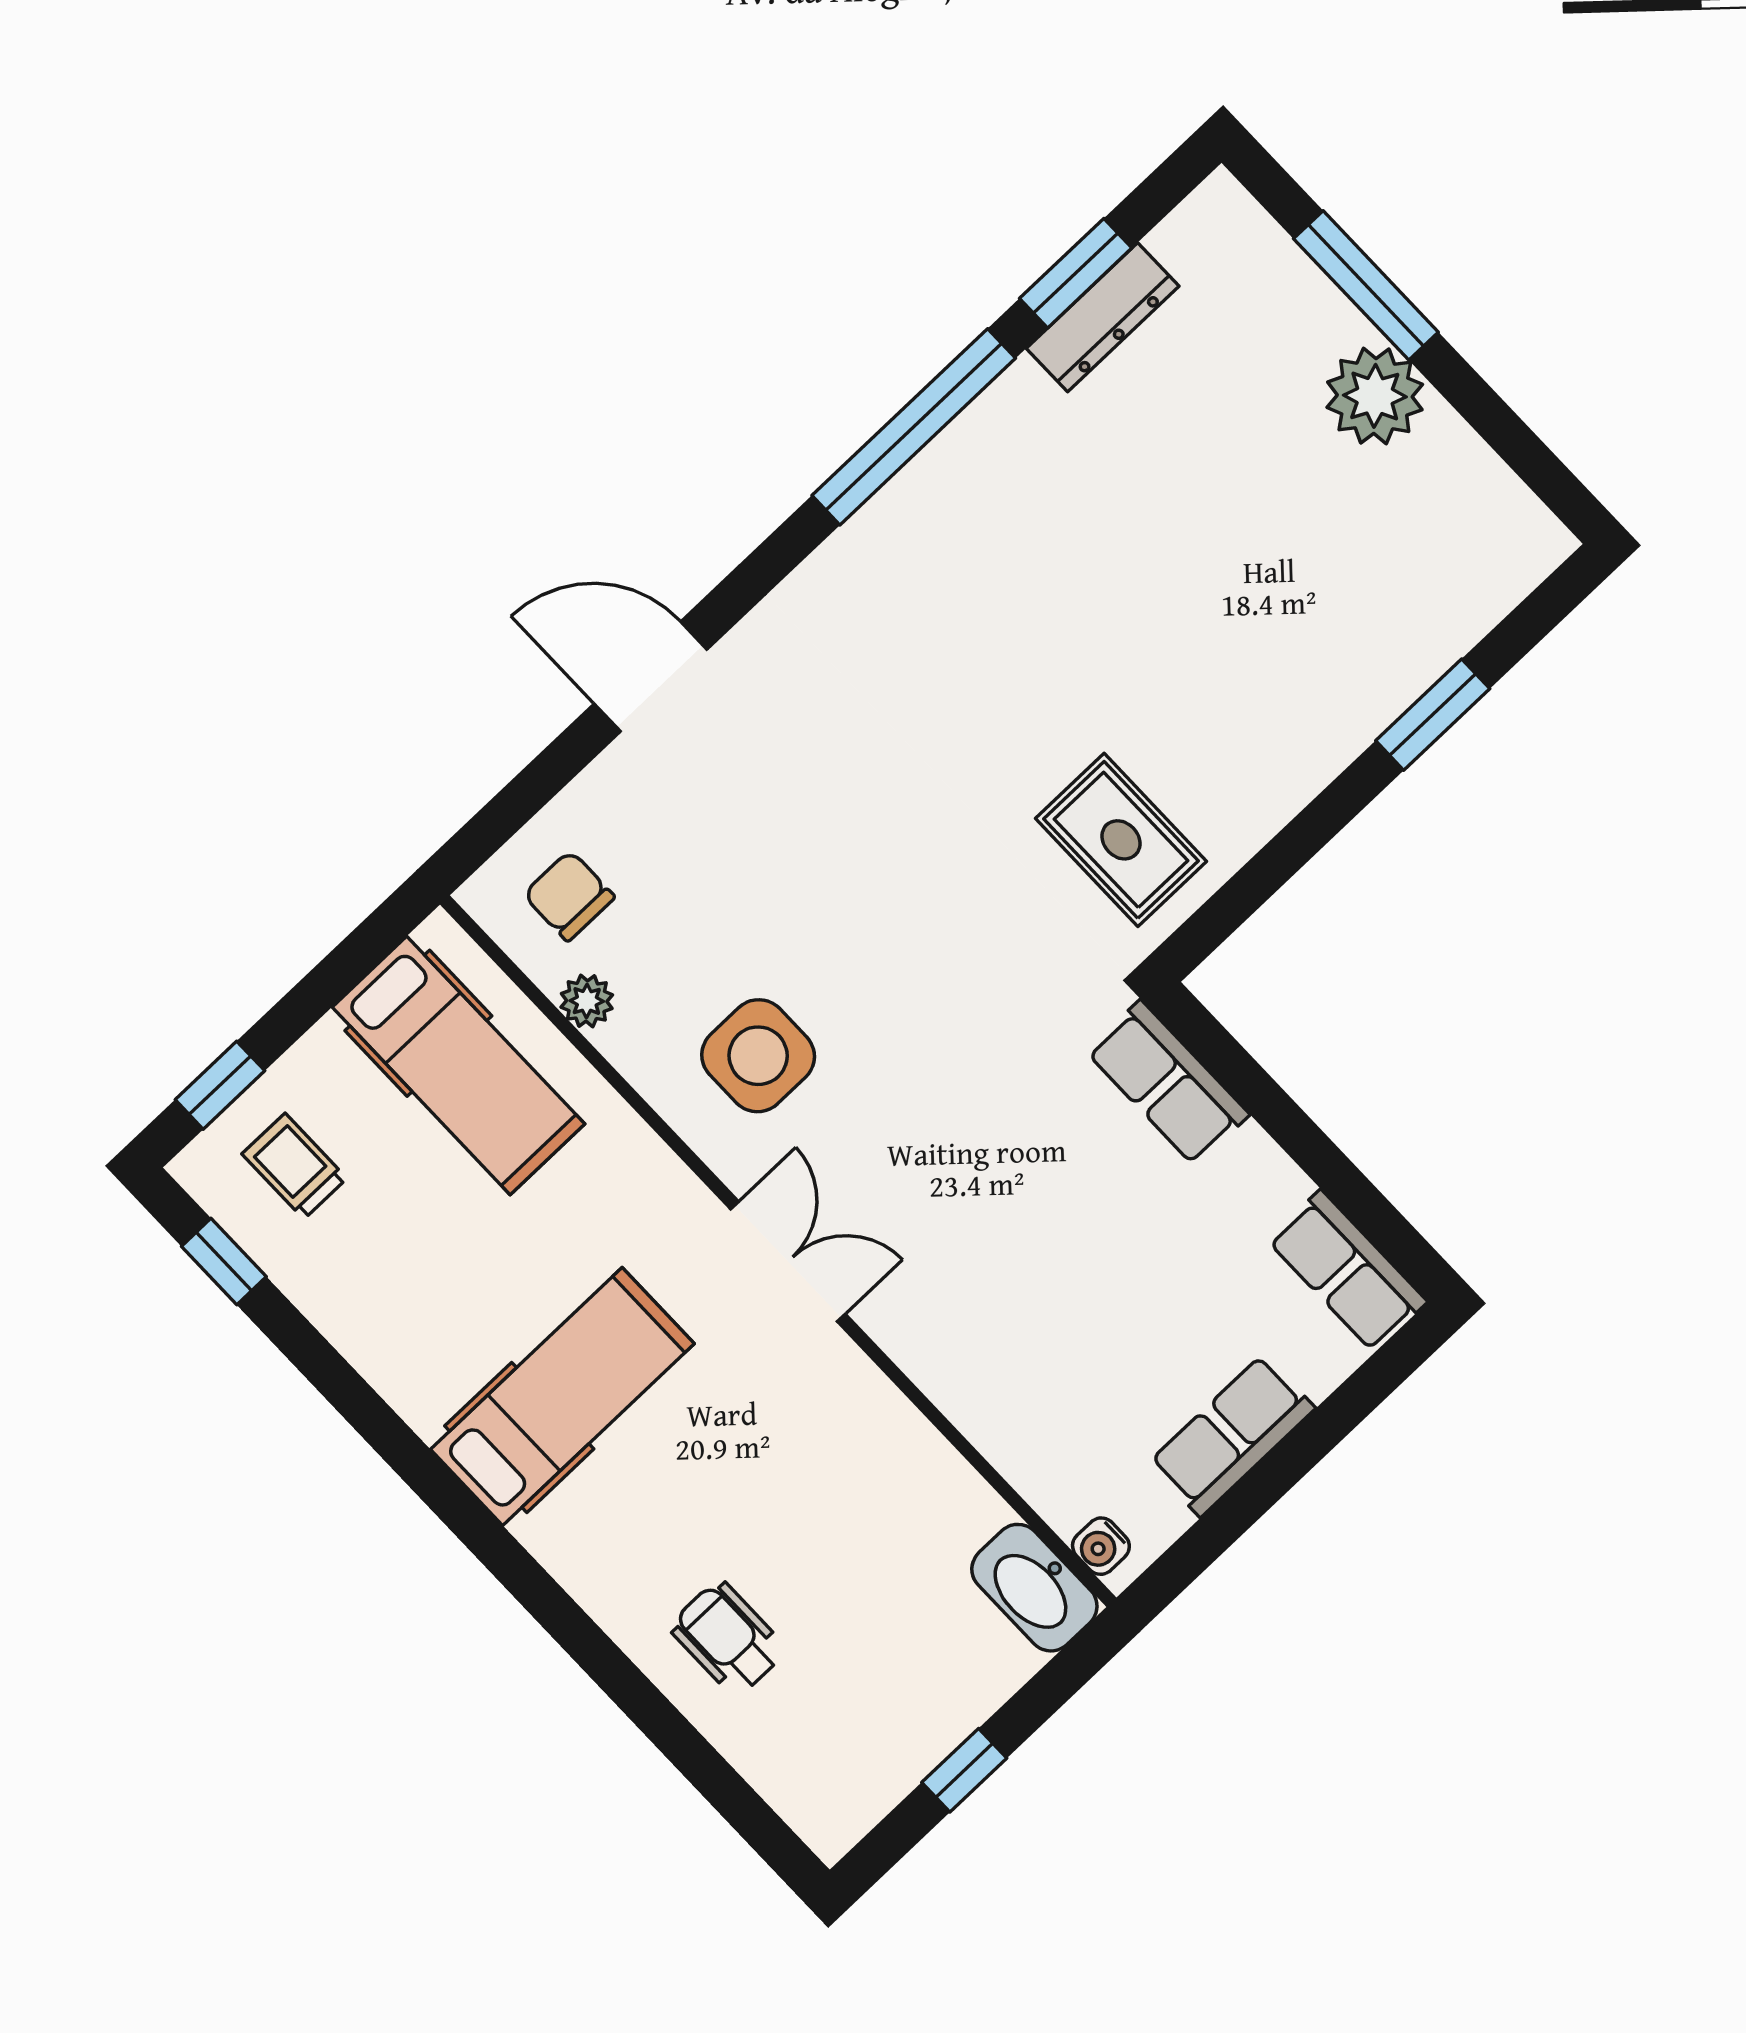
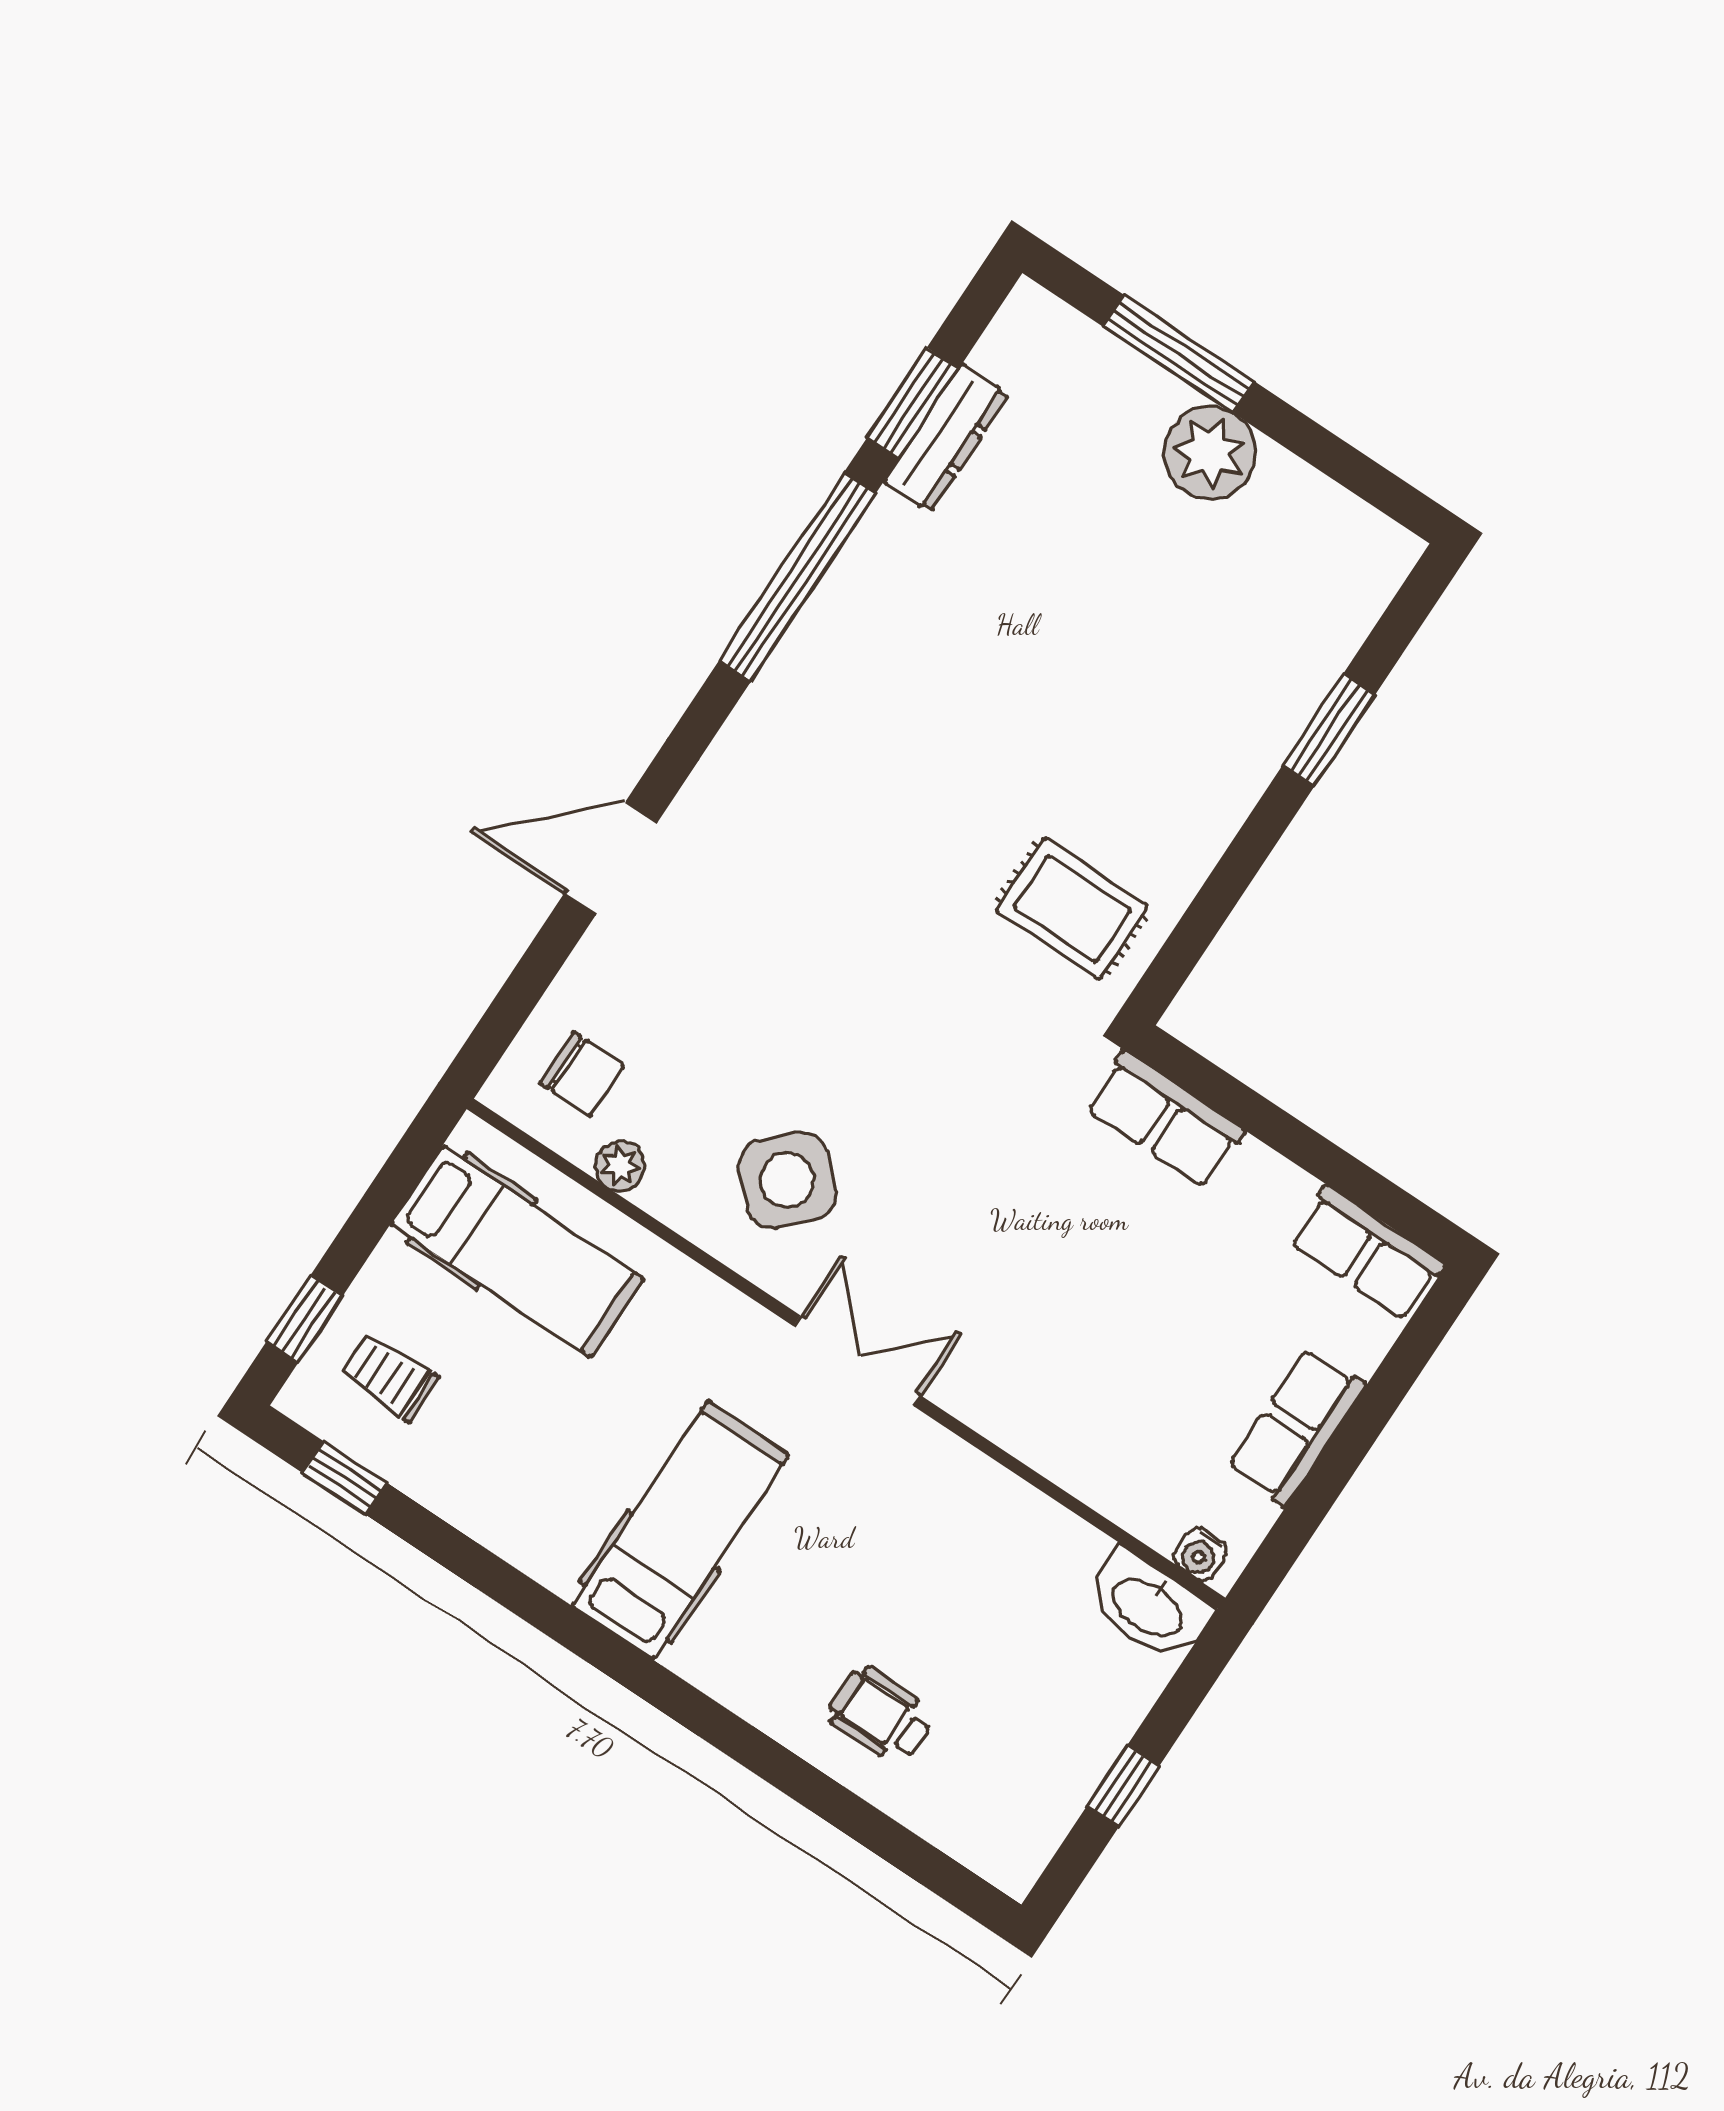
chair: (569, 896) -> (582, 1074), turned 180
side table: (758, 1056) -> (787, 1180), turned 45

